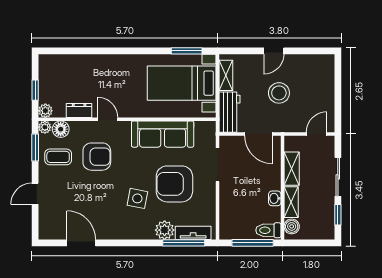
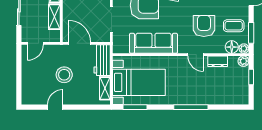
window: (114, 51) -> (191, 107), added
door: (274, 51) -> (55, 107), moved
armchair: (97, 157) -> (204, 26), turned 90

